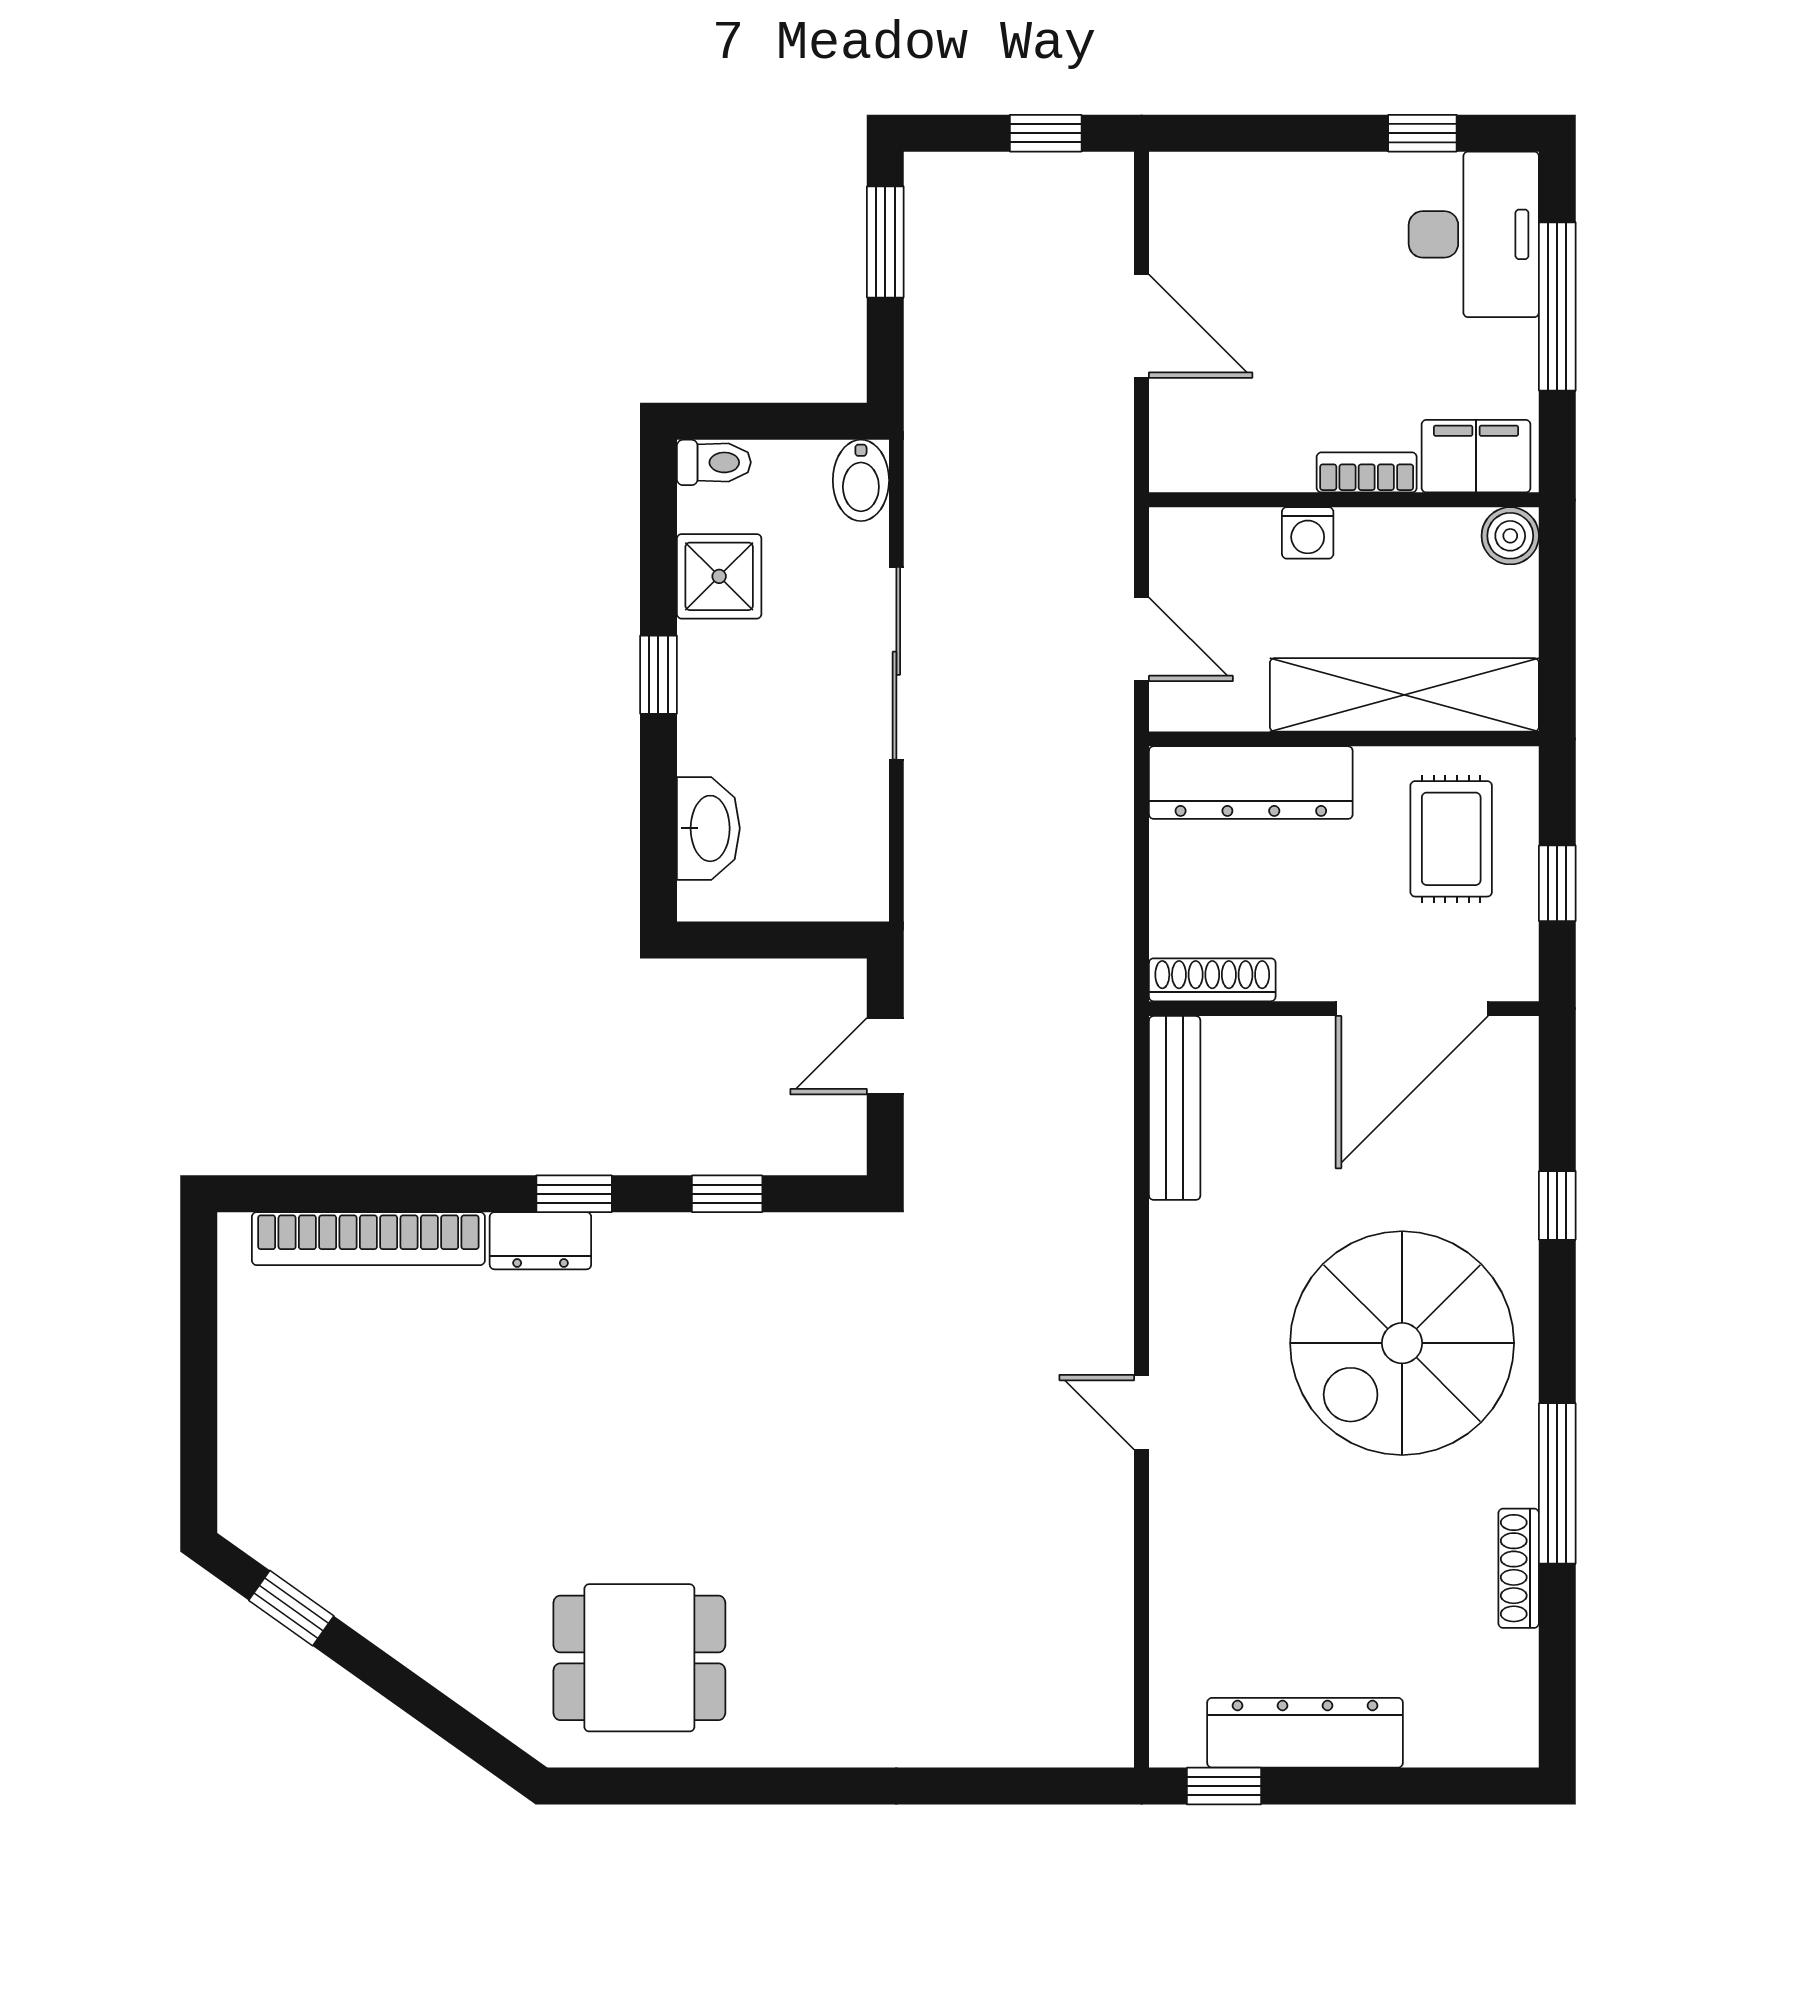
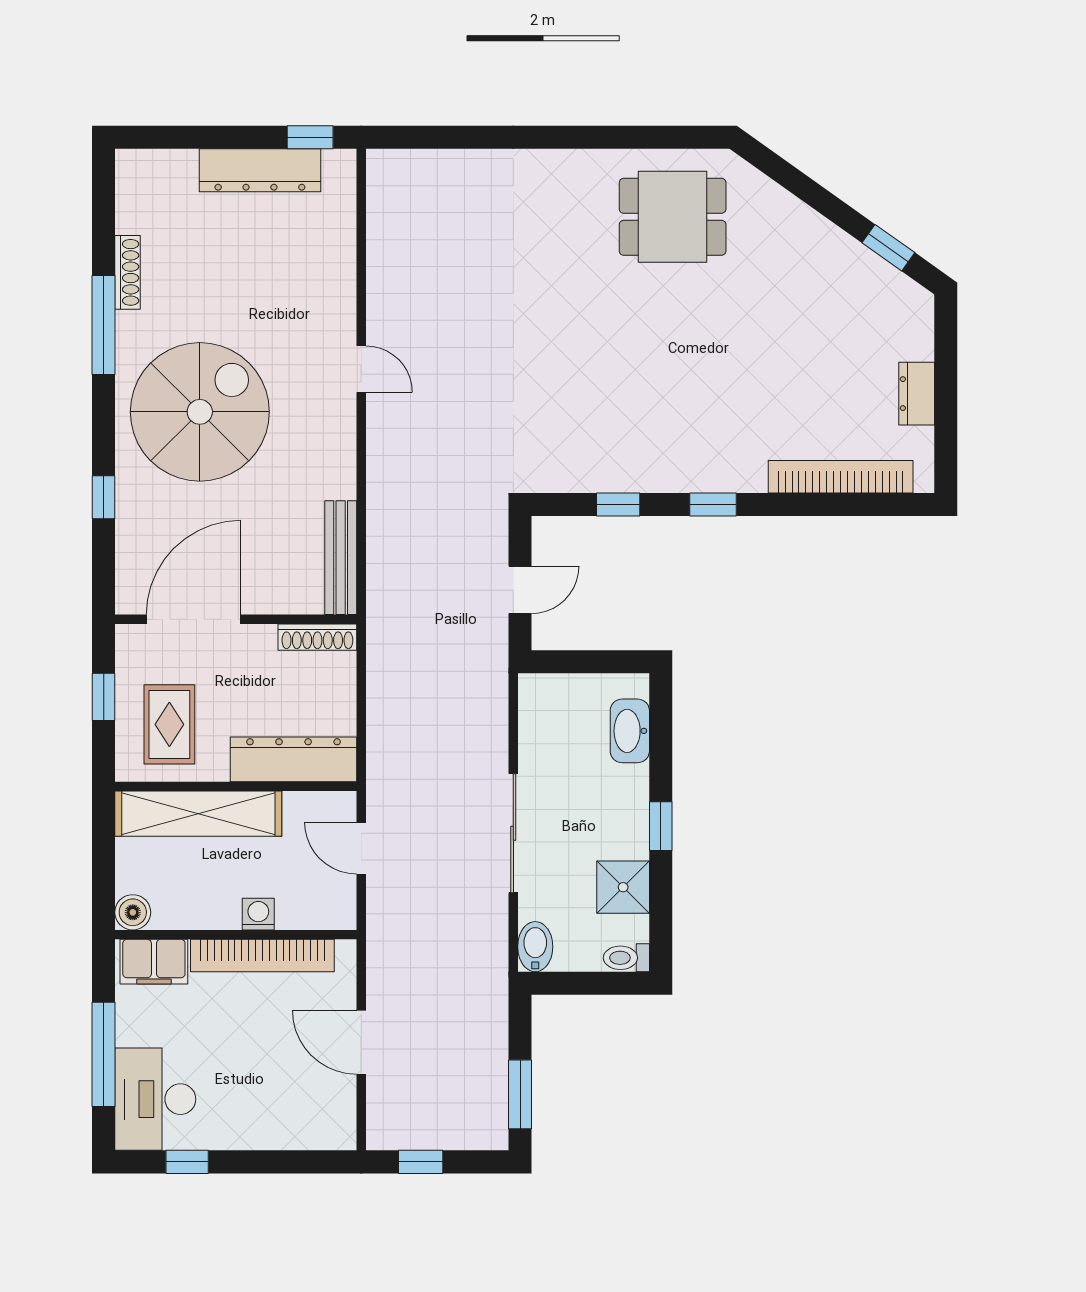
bookcase: (1367, 472) -> (262, 955), width x2.31, depth x1.31
dresser: (540, 1241) -> (917, 394), moved, turned -90

